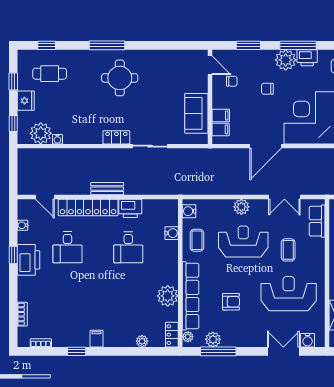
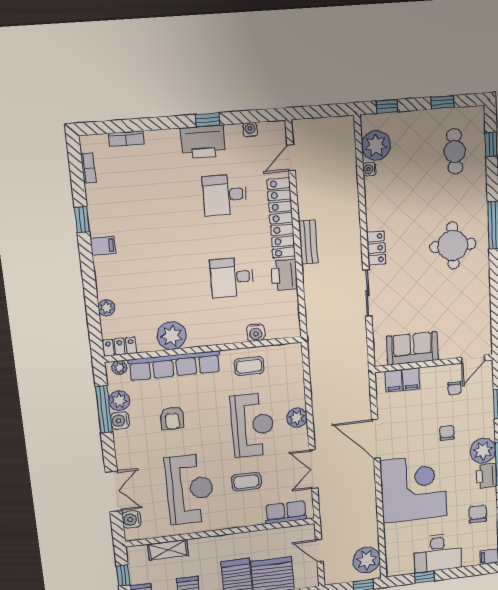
fridge: (26, 101) -> (418, 122), removed
water cooler: (189, 211) -> (120, 421), moved, turned -90

